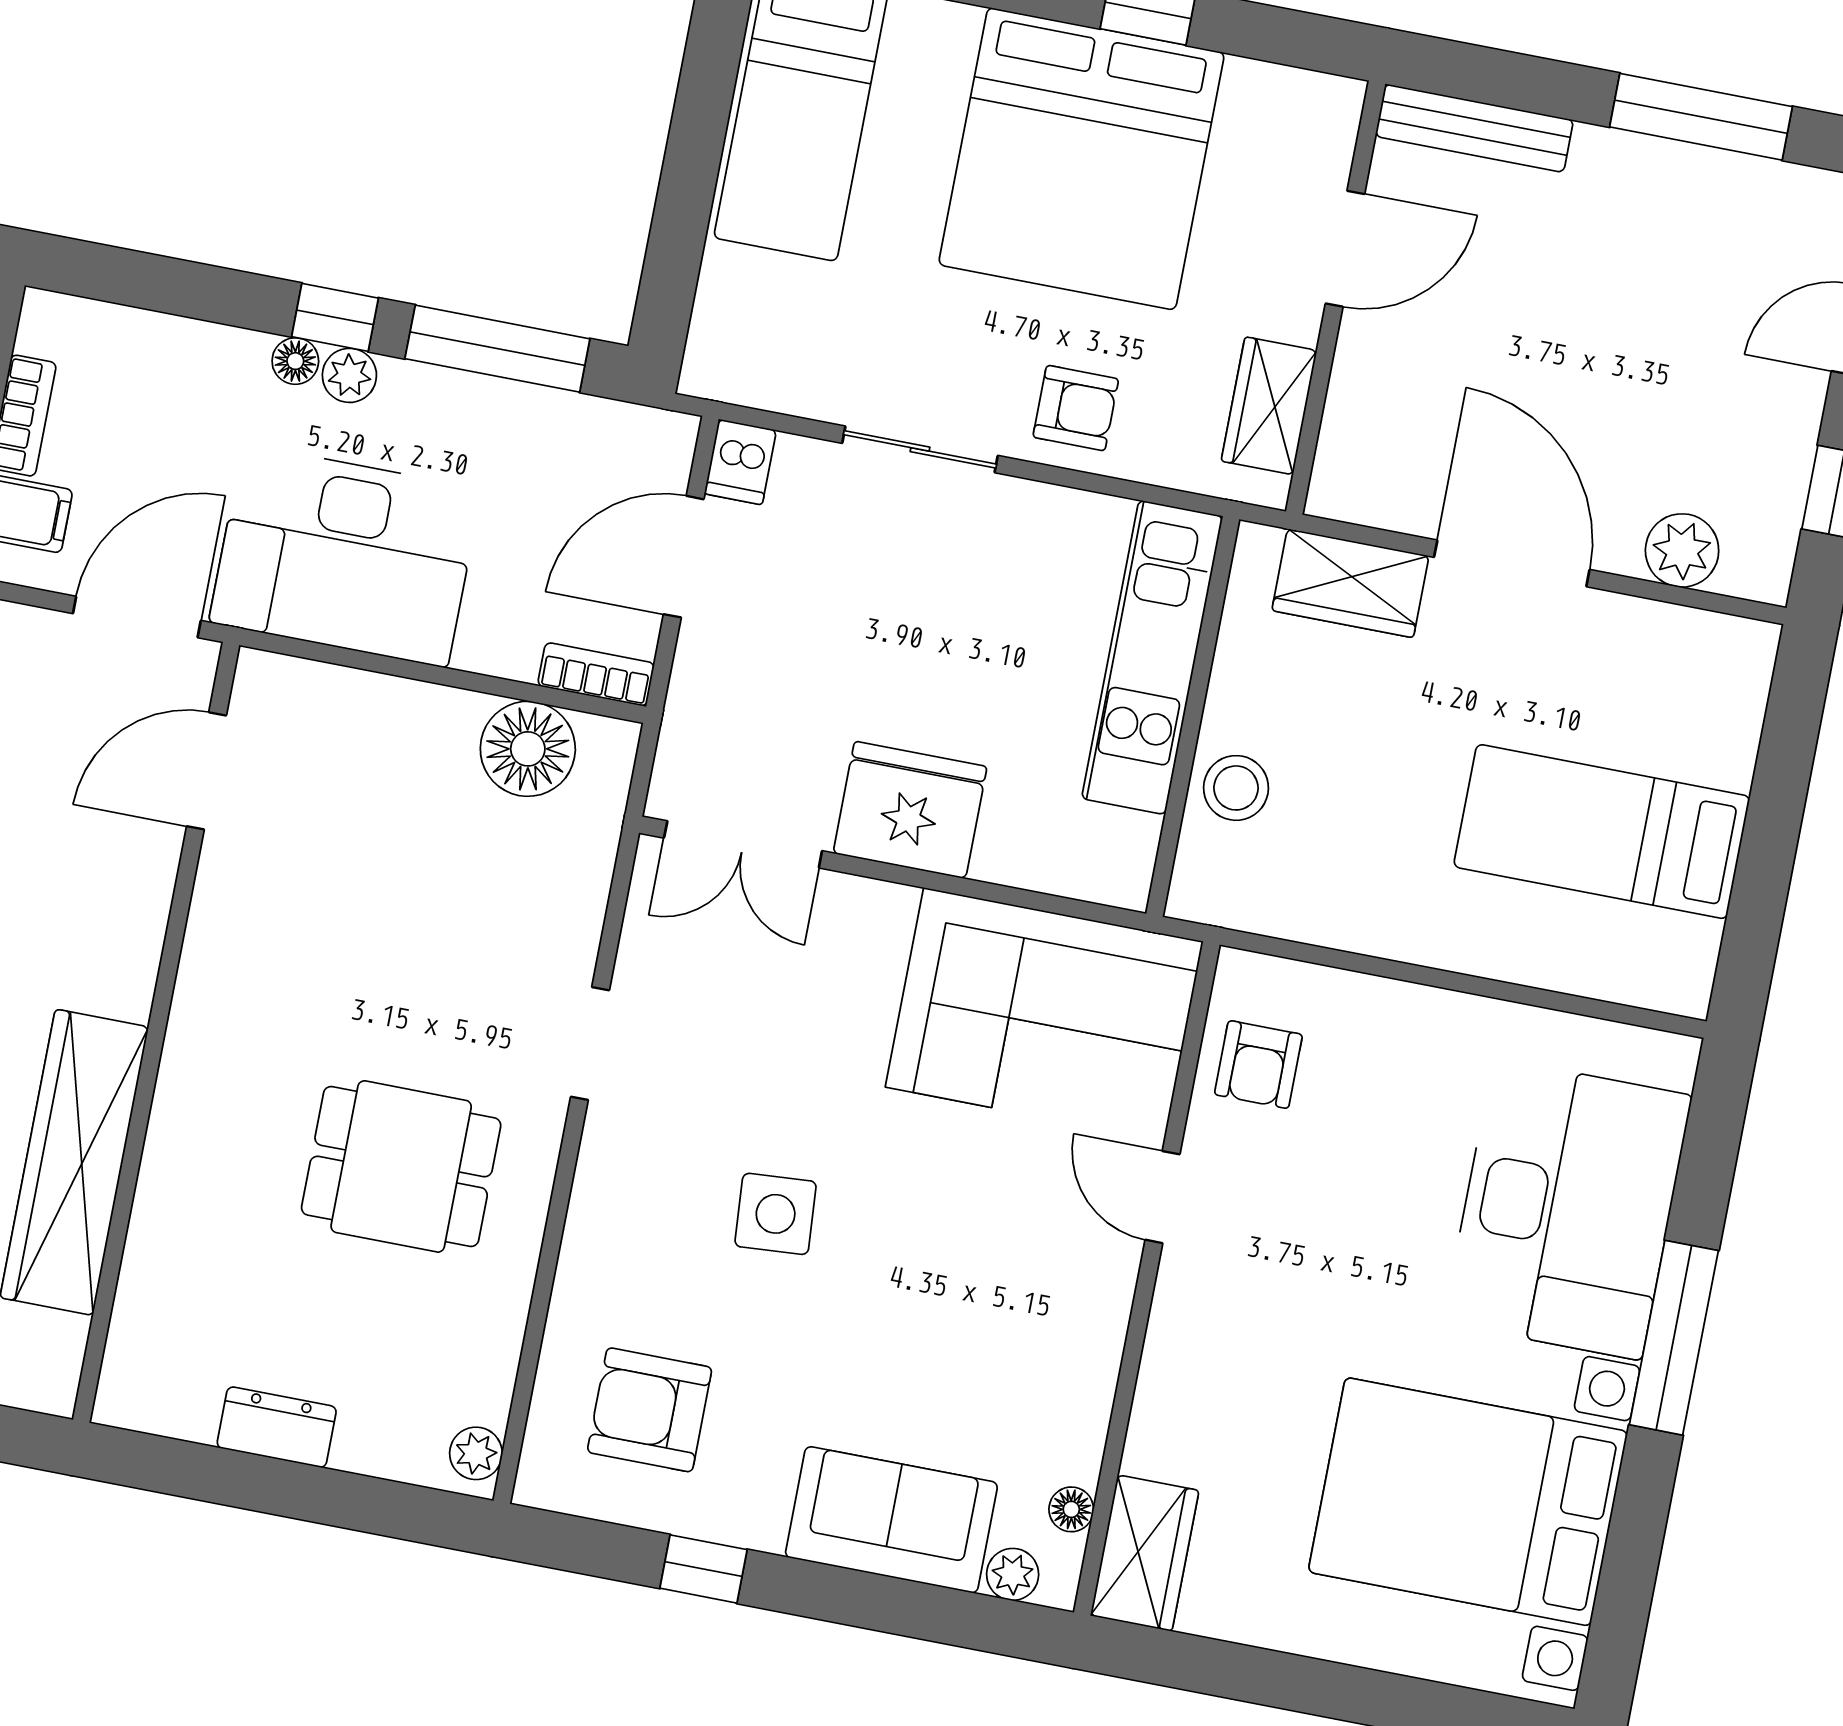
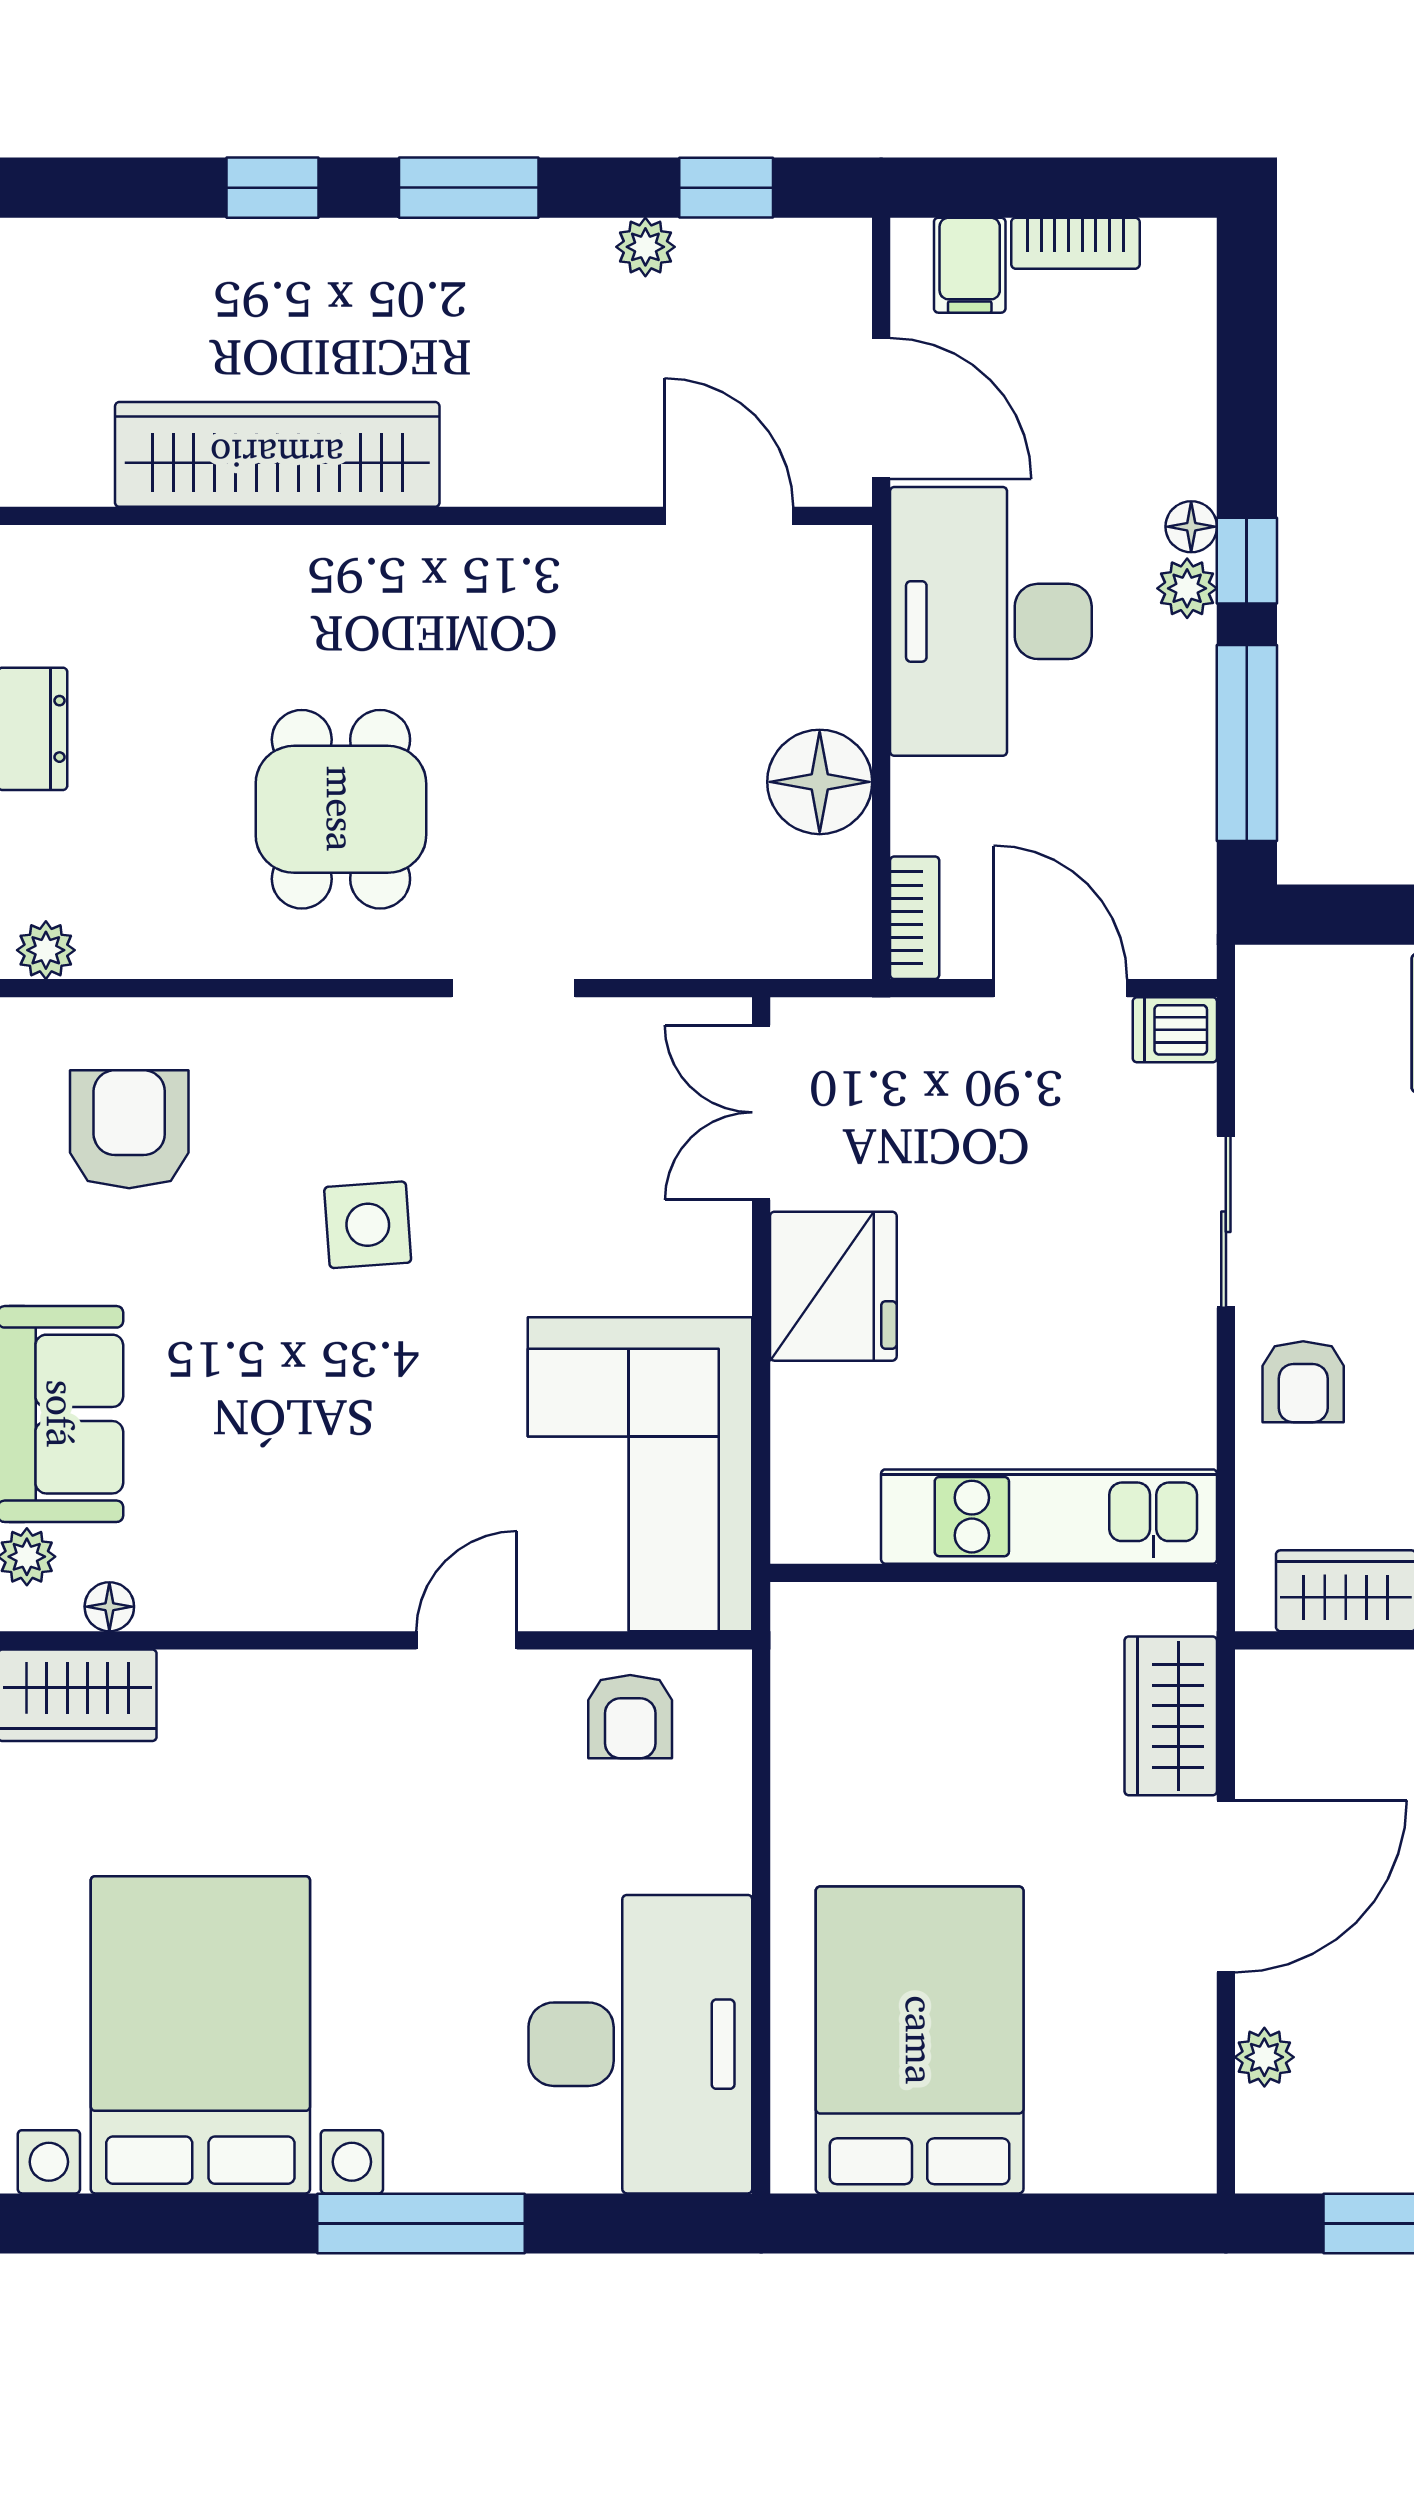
plant: (1682, 550) -> (1264, 2057), width x0.73, depth x0.73
floor lamp: (528, 749) -> (820, 782), moved
stool: (1236, 788) -> (925, 1635), removed
bed: (1602, 832) -> (920, 2040), width x1.50
armchair: (1258, 1065) -> (630, 1717), turned -90
desk: (1568, 1209) -> (640, 2044), moved, turned -90

